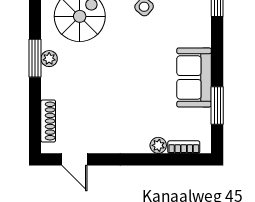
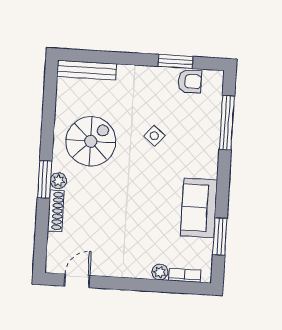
shoe rack: (48, 121) -> (56, 211), moved
door: (74, 159) -> (77, 281), swing flipped

